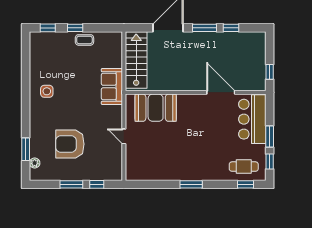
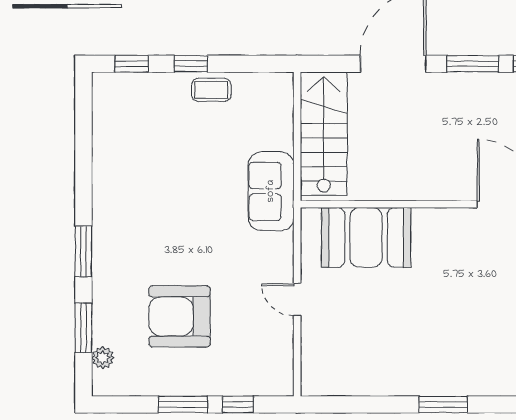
side table: (47, 91) -> (129, 202), removed
window: (26, 114) -> (83, 251), added

